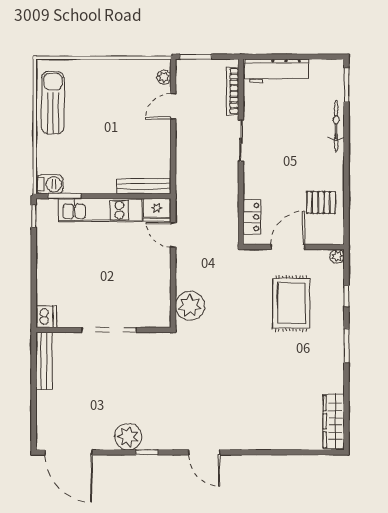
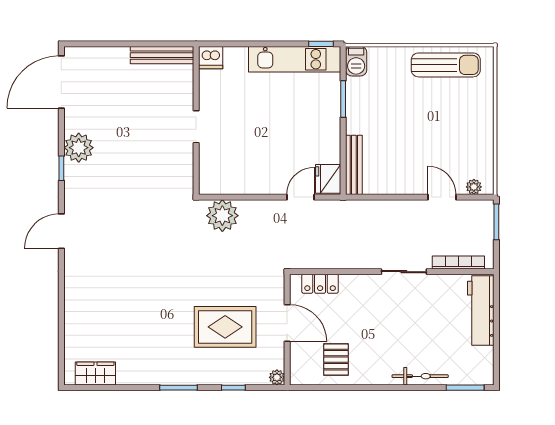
window: (64, 196) -> (343, 99), moved
kitchen unit: (100, 210) -> (295, 59), moved, turned -90
doorway: (109, 330) -> (196, 127), width x0.53
wardrobe: (334, 421) -> (95, 373), width x0.67

